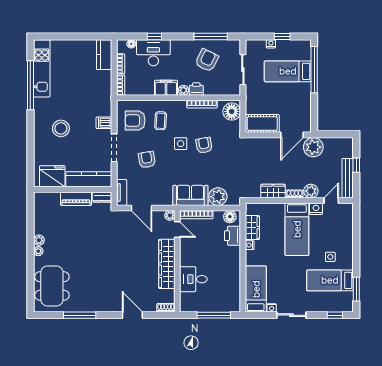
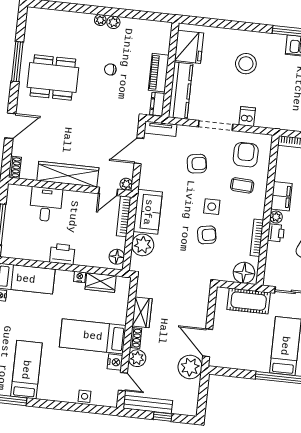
cot: (262, 123) -> (249, 301), moved, turned 90
printer: (232, 236) -> (62, 254), moved
chair: (78, 239) -> (110, 69), added
side table: (330, 257) -> (85, 396), moved
dining table: (52, 286) -> (53, 77), moved

